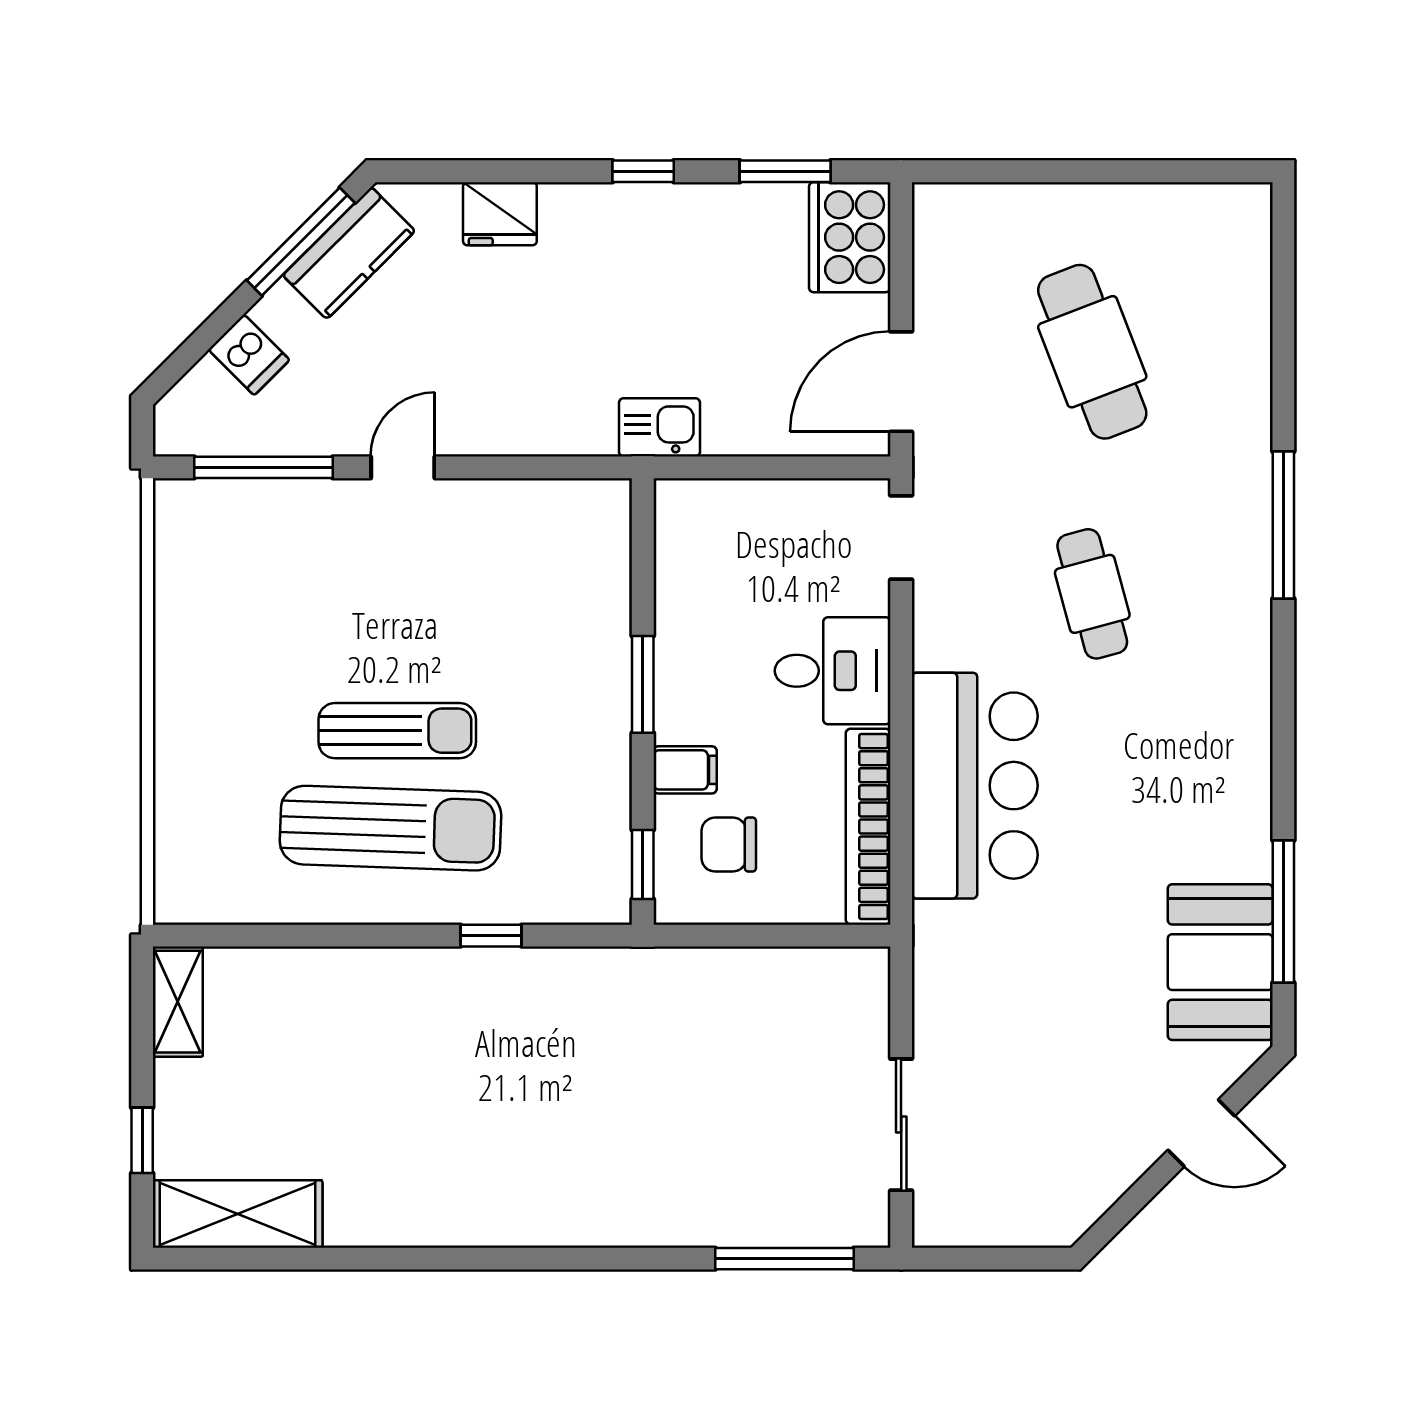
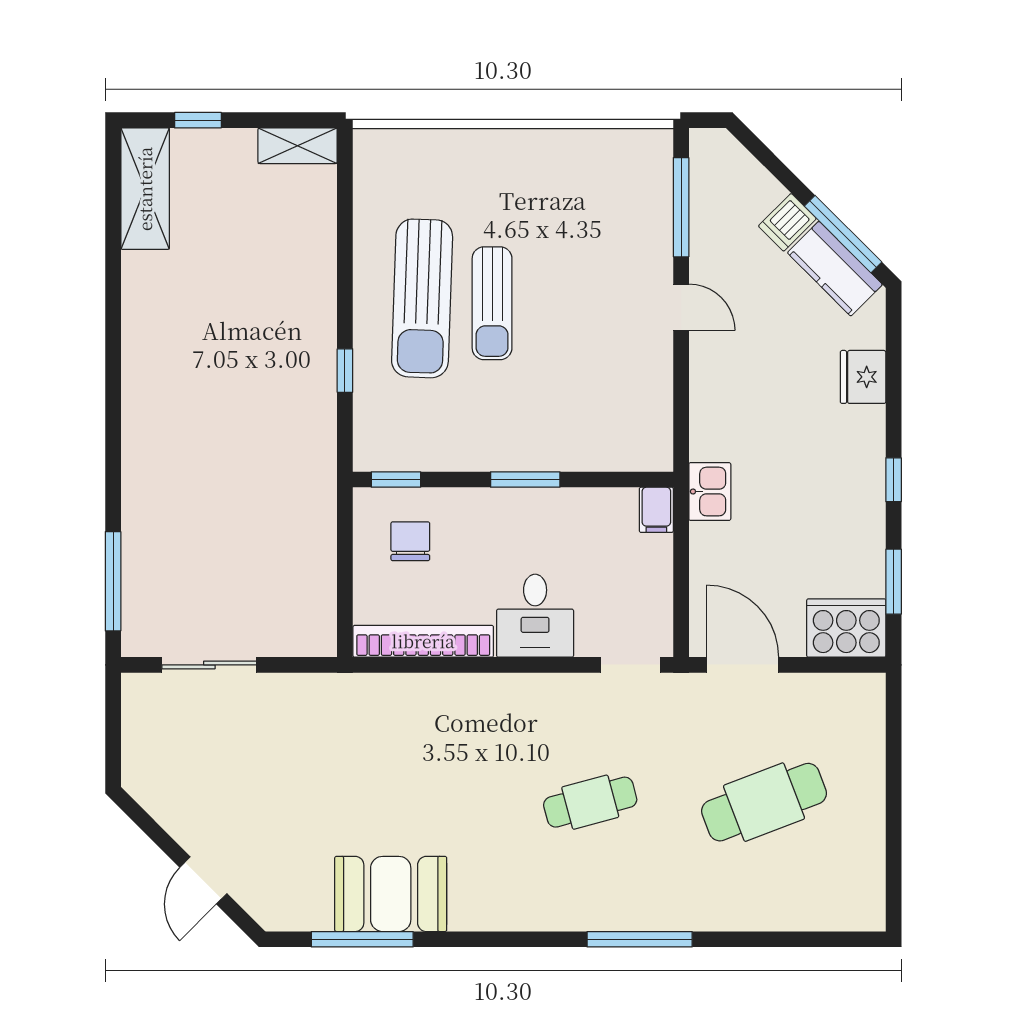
dishwasher: (249, 355) -> (787, 222), moved
filing cabinet: (685, 770) -> (656, 510), moved
bar counter: (975, 786) -> (453, 718), removed
booth: (1220, 962) -> (391, 894), moved

